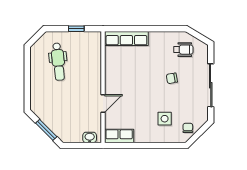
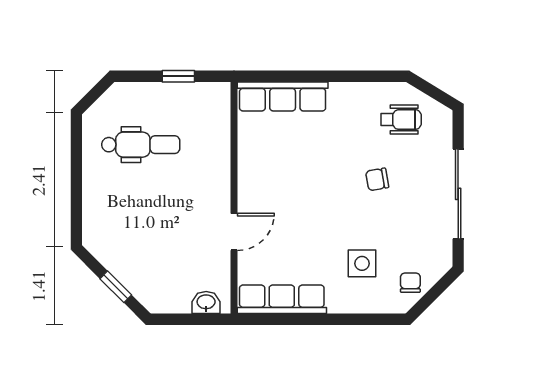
dental chair: (58, 62) -> (141, 145), turned -84
window: (46, 130) -> (116, 287), width x0.67
row of seats: (119, 136) -> (282, 299), width x1.48

